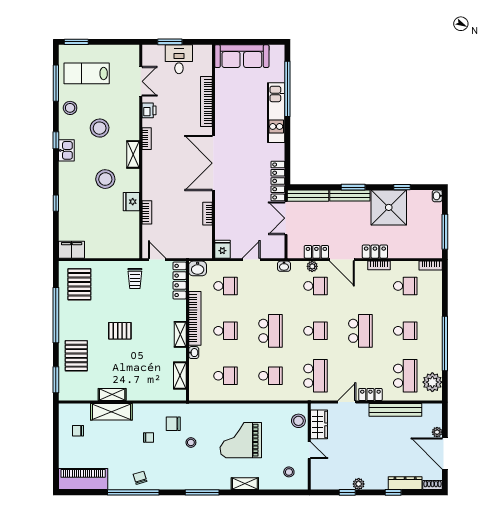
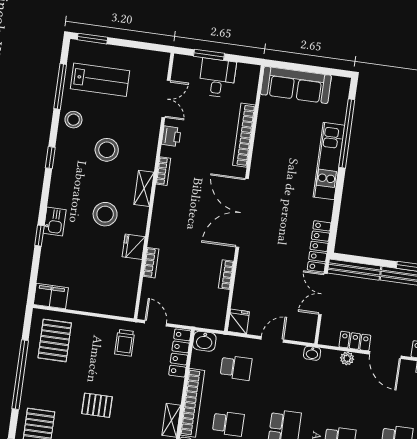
lab bench: (87, 73) -> (100, 80), turned 180
kitchen sink: (66, 150) -> (55, 221), moved
school desk: (315, 286) -> (348, 383), removed

